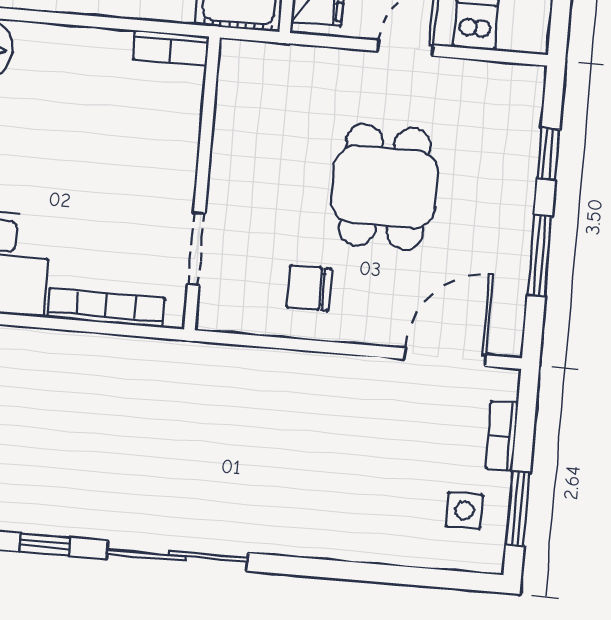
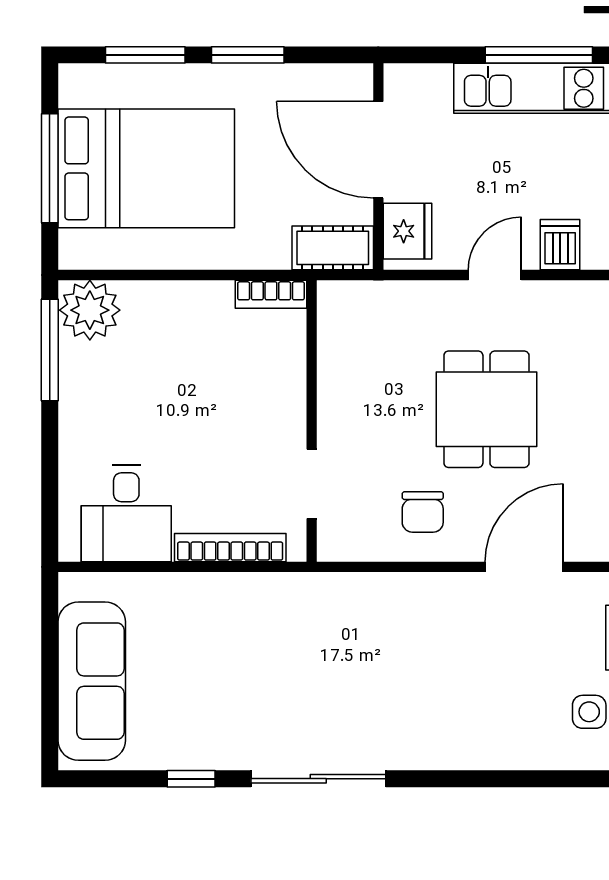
chair: (309, 288) -> (423, 512), turned -90
door: (445, 357) -> (524, 567), moved

